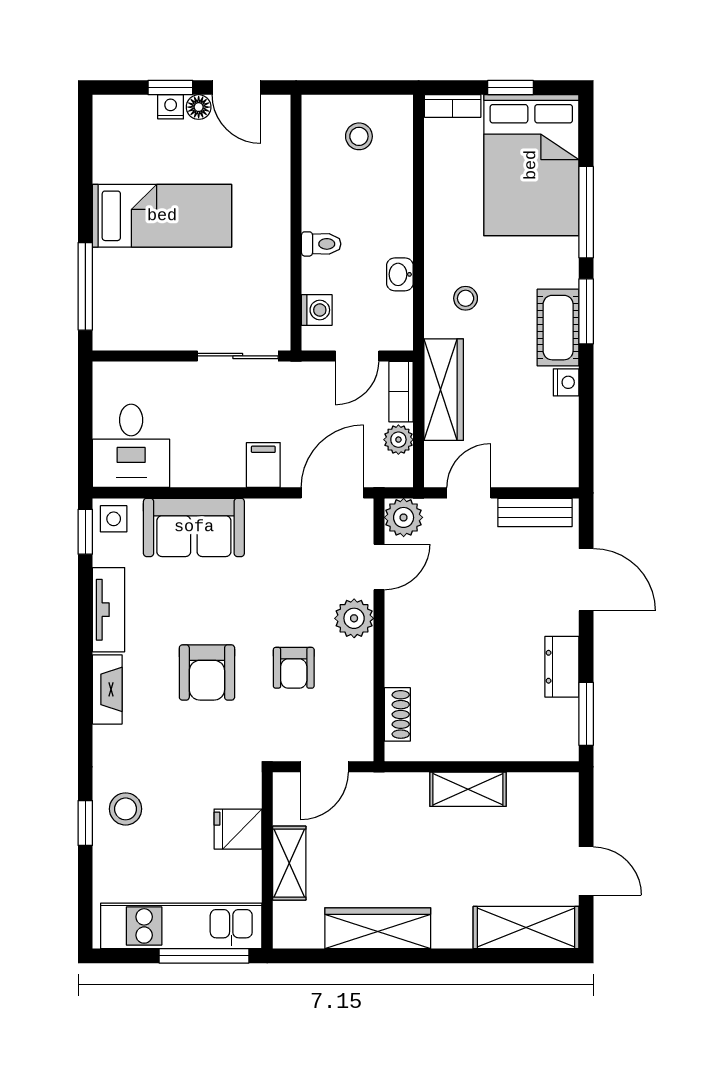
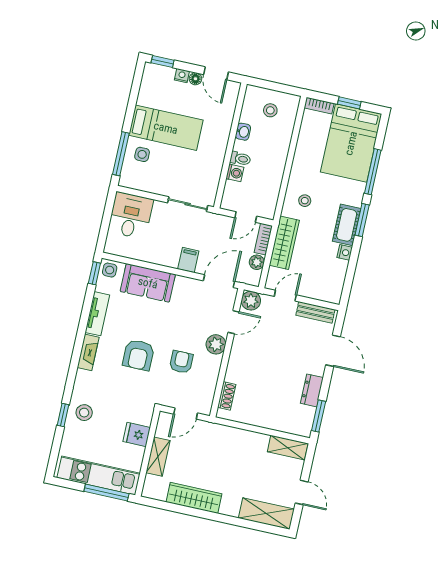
window: (170, 88) -> (163, 61), moved
washbasin: (400, 274) -> (243, 132), moved, turned 180
side table: (127, 278) -> (142, 154), added
washing machine: (317, 310) -> (235, 173), moved
desk: (131, 446) -> (131, 216), moved, turned 180
armchair: (294, 668) -> (181, 362), turned 180
shelving: (468, 789) -> (288, 448), moved

